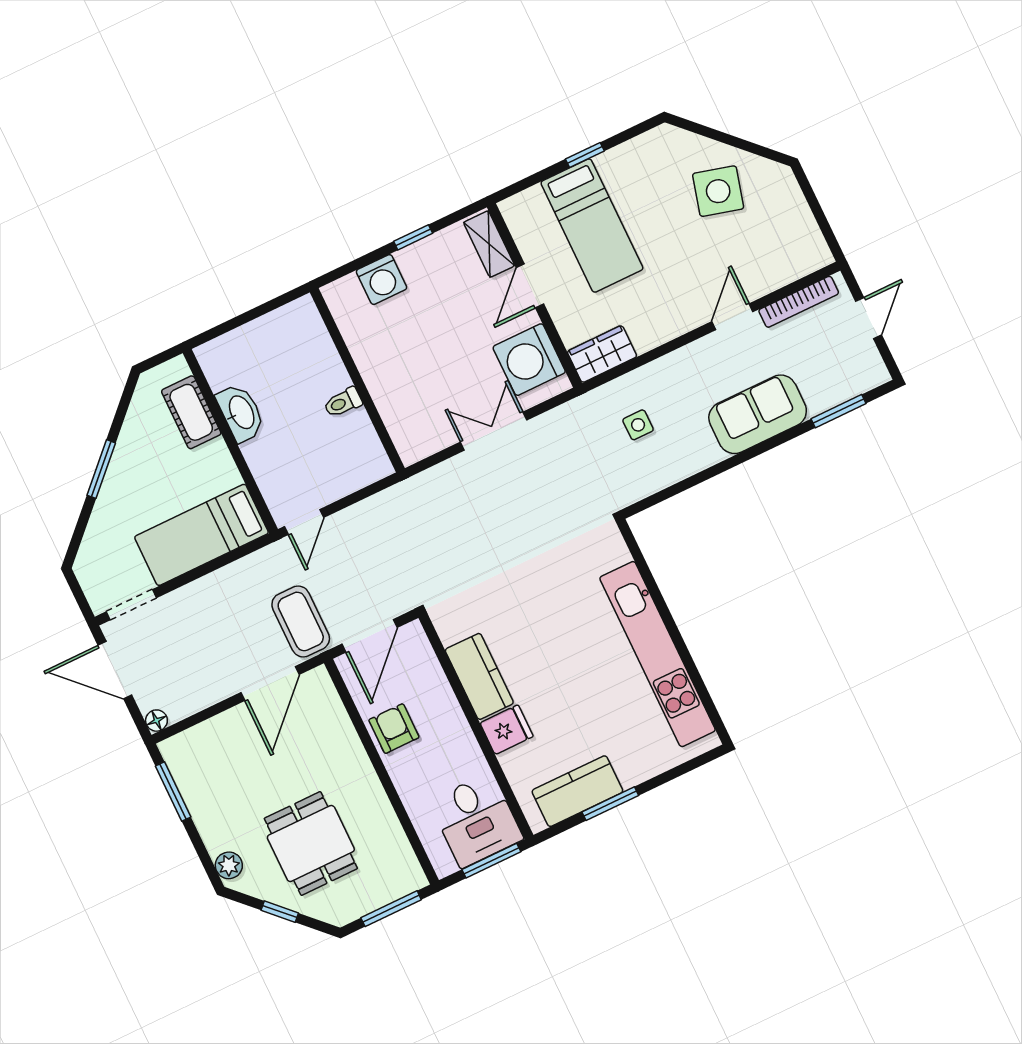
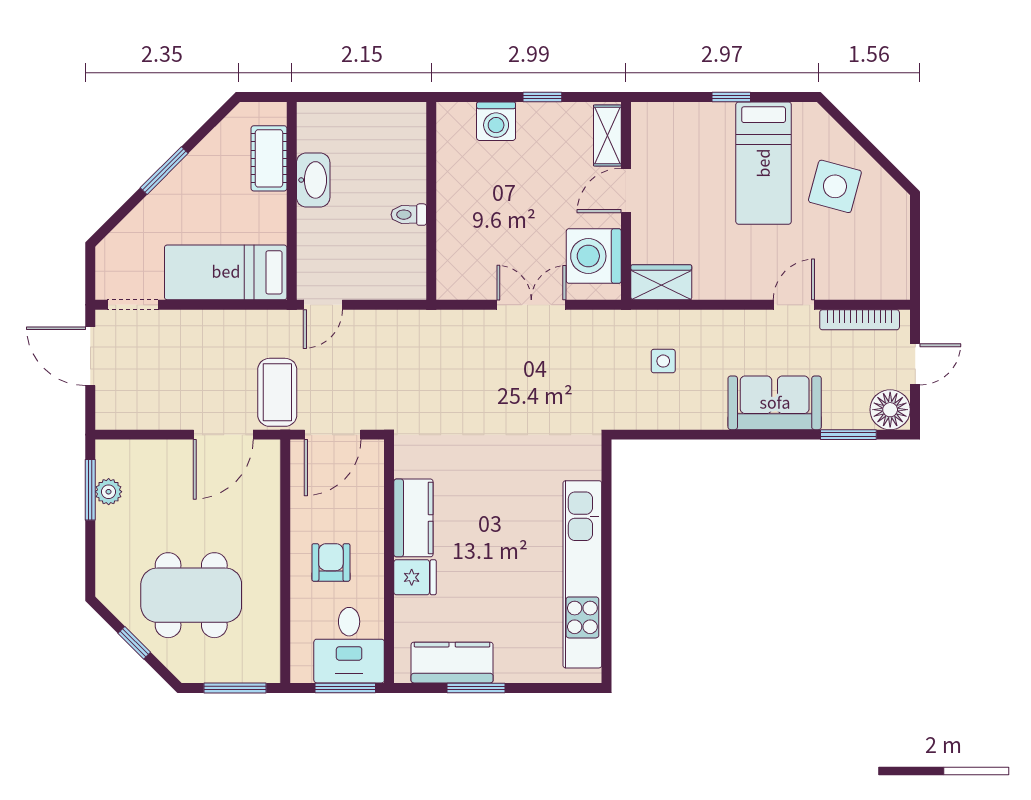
bed: (592, 226) -> (764, 163), moved
floor lamp: (156, 721) -> (890, 410), moved, width x1.89, depth x1.89
armchair: (394, 729) -> (331, 562), moved
dining table: (311, 843) -> (191, 595), width x1.38
plant: (229, 865) -> (109, 492), moved

